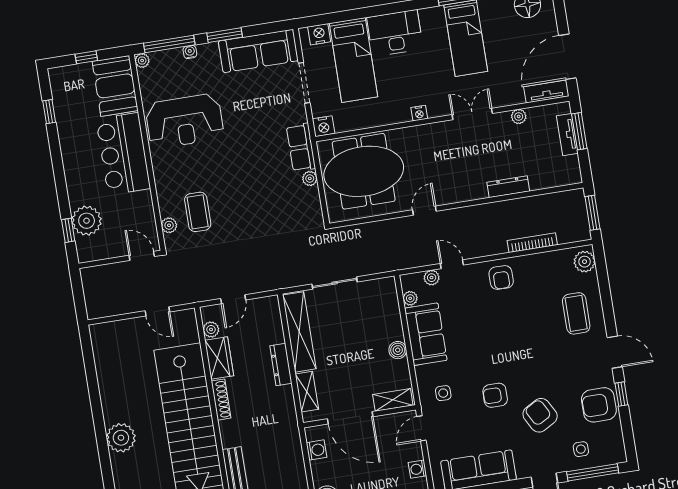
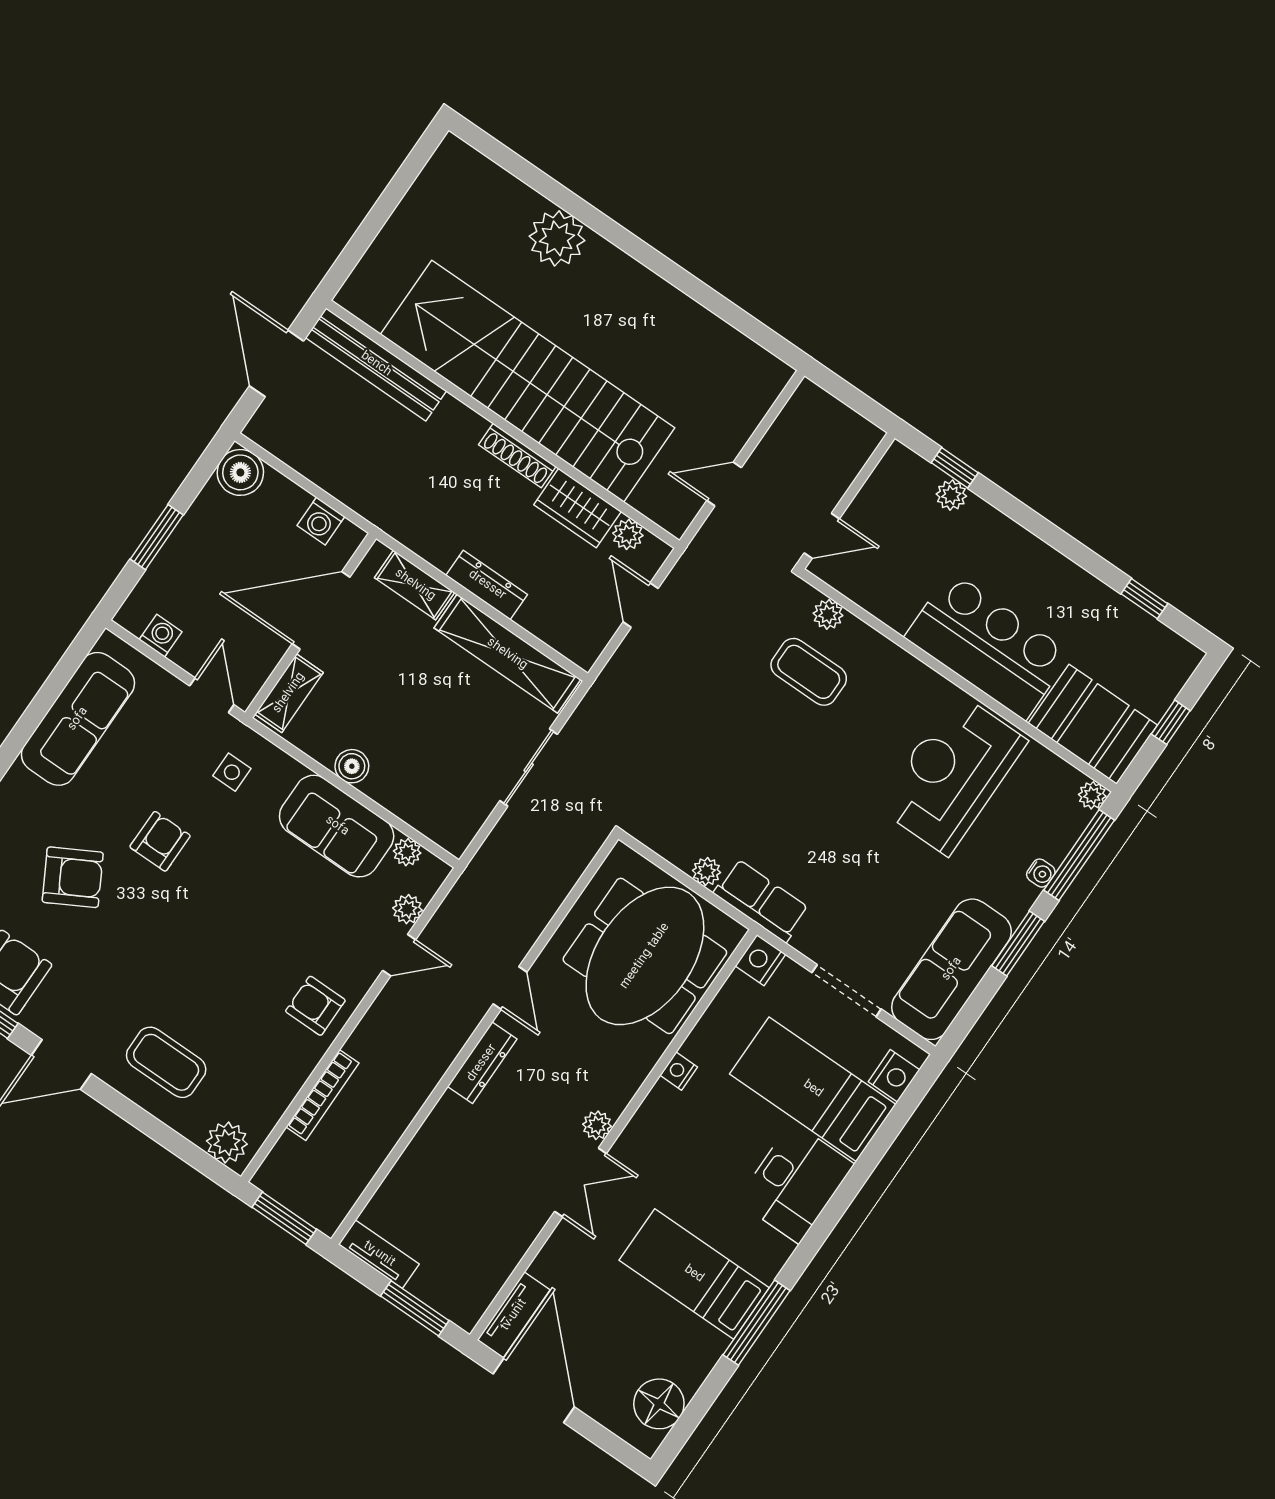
nightstand: (419, 113) -> (679, 1071), moved
plant: (519, 117) -> (597, 1125), moved
tv unit: (567, 135) -> (379, 1254), moved
dresser: (508, 187) -> (482, 1063), moved
plant: (87, 221) -> (951, 495), width x0.53, depth x0.53
plant: (121, 438) -> (557, 238), moved

